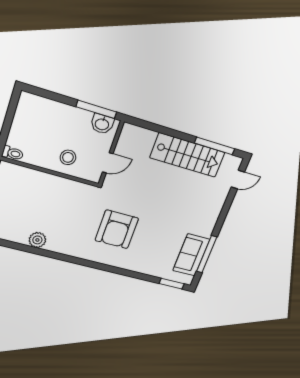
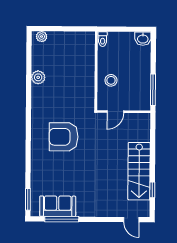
washbasin: (102, 124) -> (143, 39), moved, turned -90
window: (215, 146) -> (152, 190), width x0.46
door: (108, 163) -> (115, 112), hinge flipped

